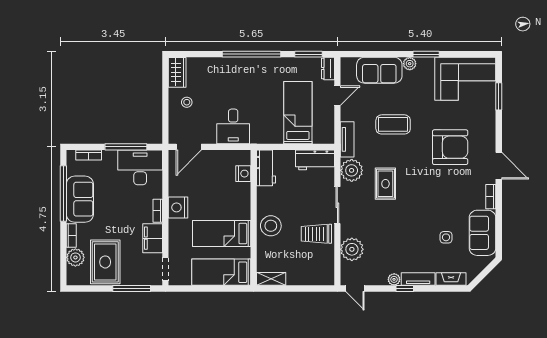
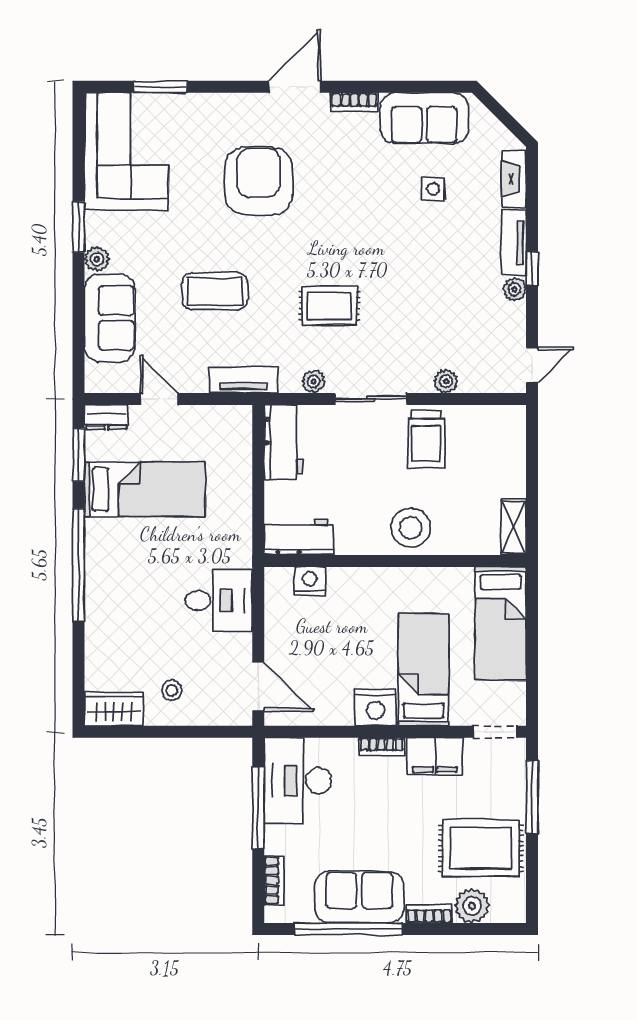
bed: (298, 113) -> (145, 489), moved, turned 180
coffee table: (393, 124) -> (215, 291), turned 90
plant: (352, 170) -> (314, 382), width x0.53, depth x0.53
bed: (222, 234) -> (424, 670), moved, turned 180
plant: (352, 249) -> (446, 381), width x0.53, depth x0.53

